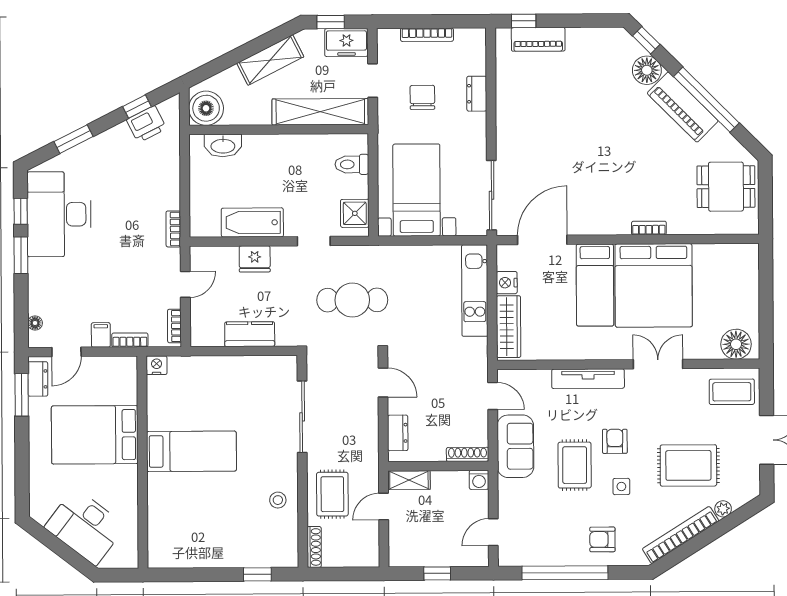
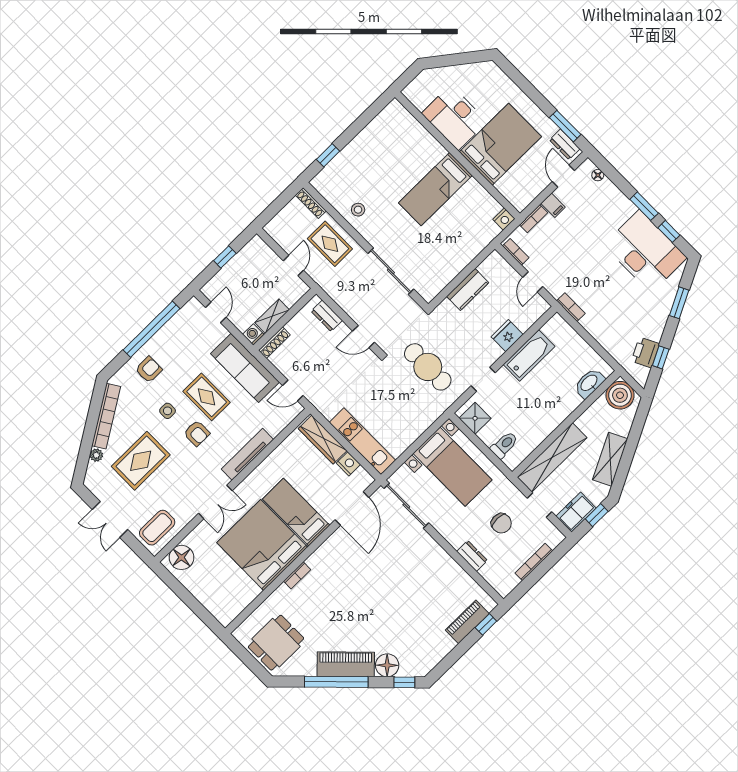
cafe table: (352, 300) -> (428, 367), turned 90
sofa: (515, 446) -> (245, 368), width x1.36
shelving: (409, 480) -> (272, 316), moved
desk: (85, 527) -> (454, 118), moved, turned -127

